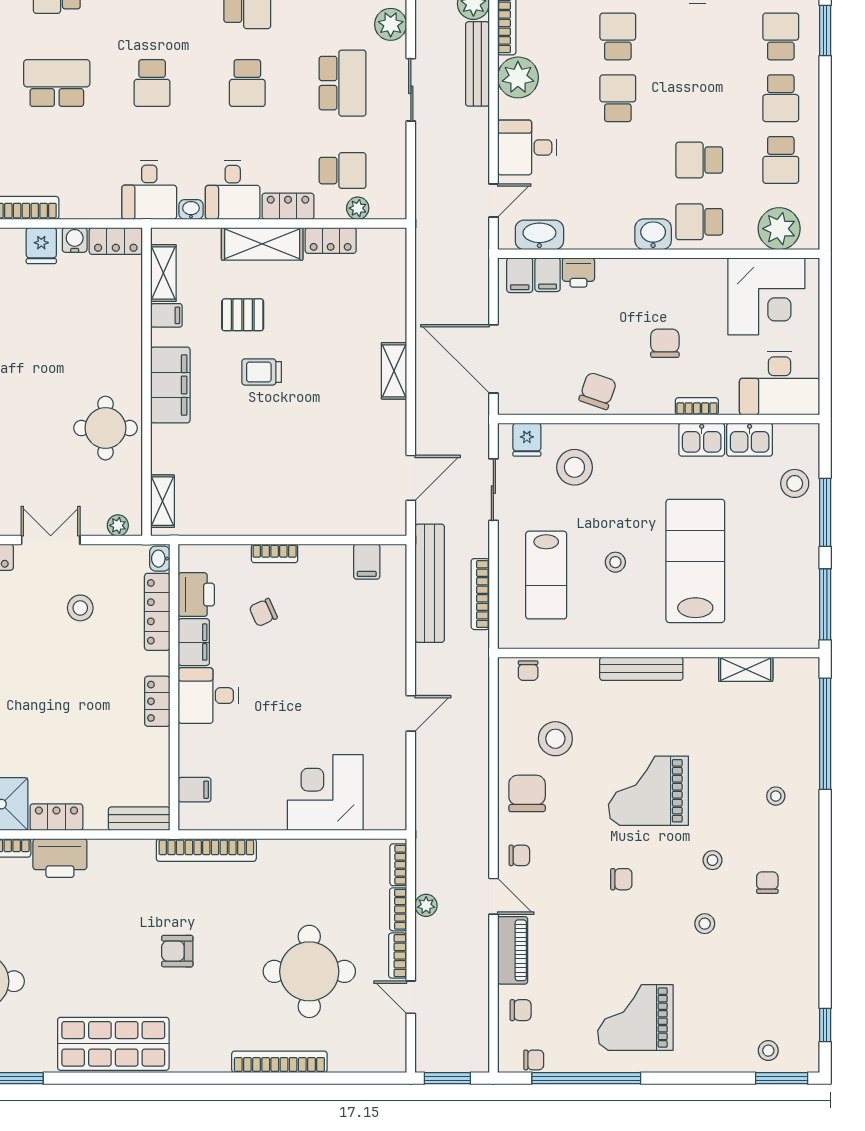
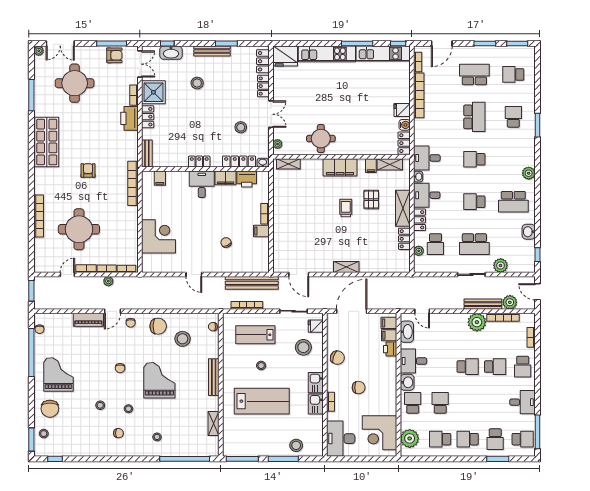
school desk: (781, 36) -> (495, 439), turned 90
desk: (527, 147) -> (413, 361), moved, turned -90
kitchen sink: (750, 440) -> (316, 383), moved
filing cabinet: (367, 562) -> (261, 231), moved
chair: (263, 612) -> (226, 242), moved
chair: (521, 1010) -> (50, 409), moved, width x1.87, depth x1.87

